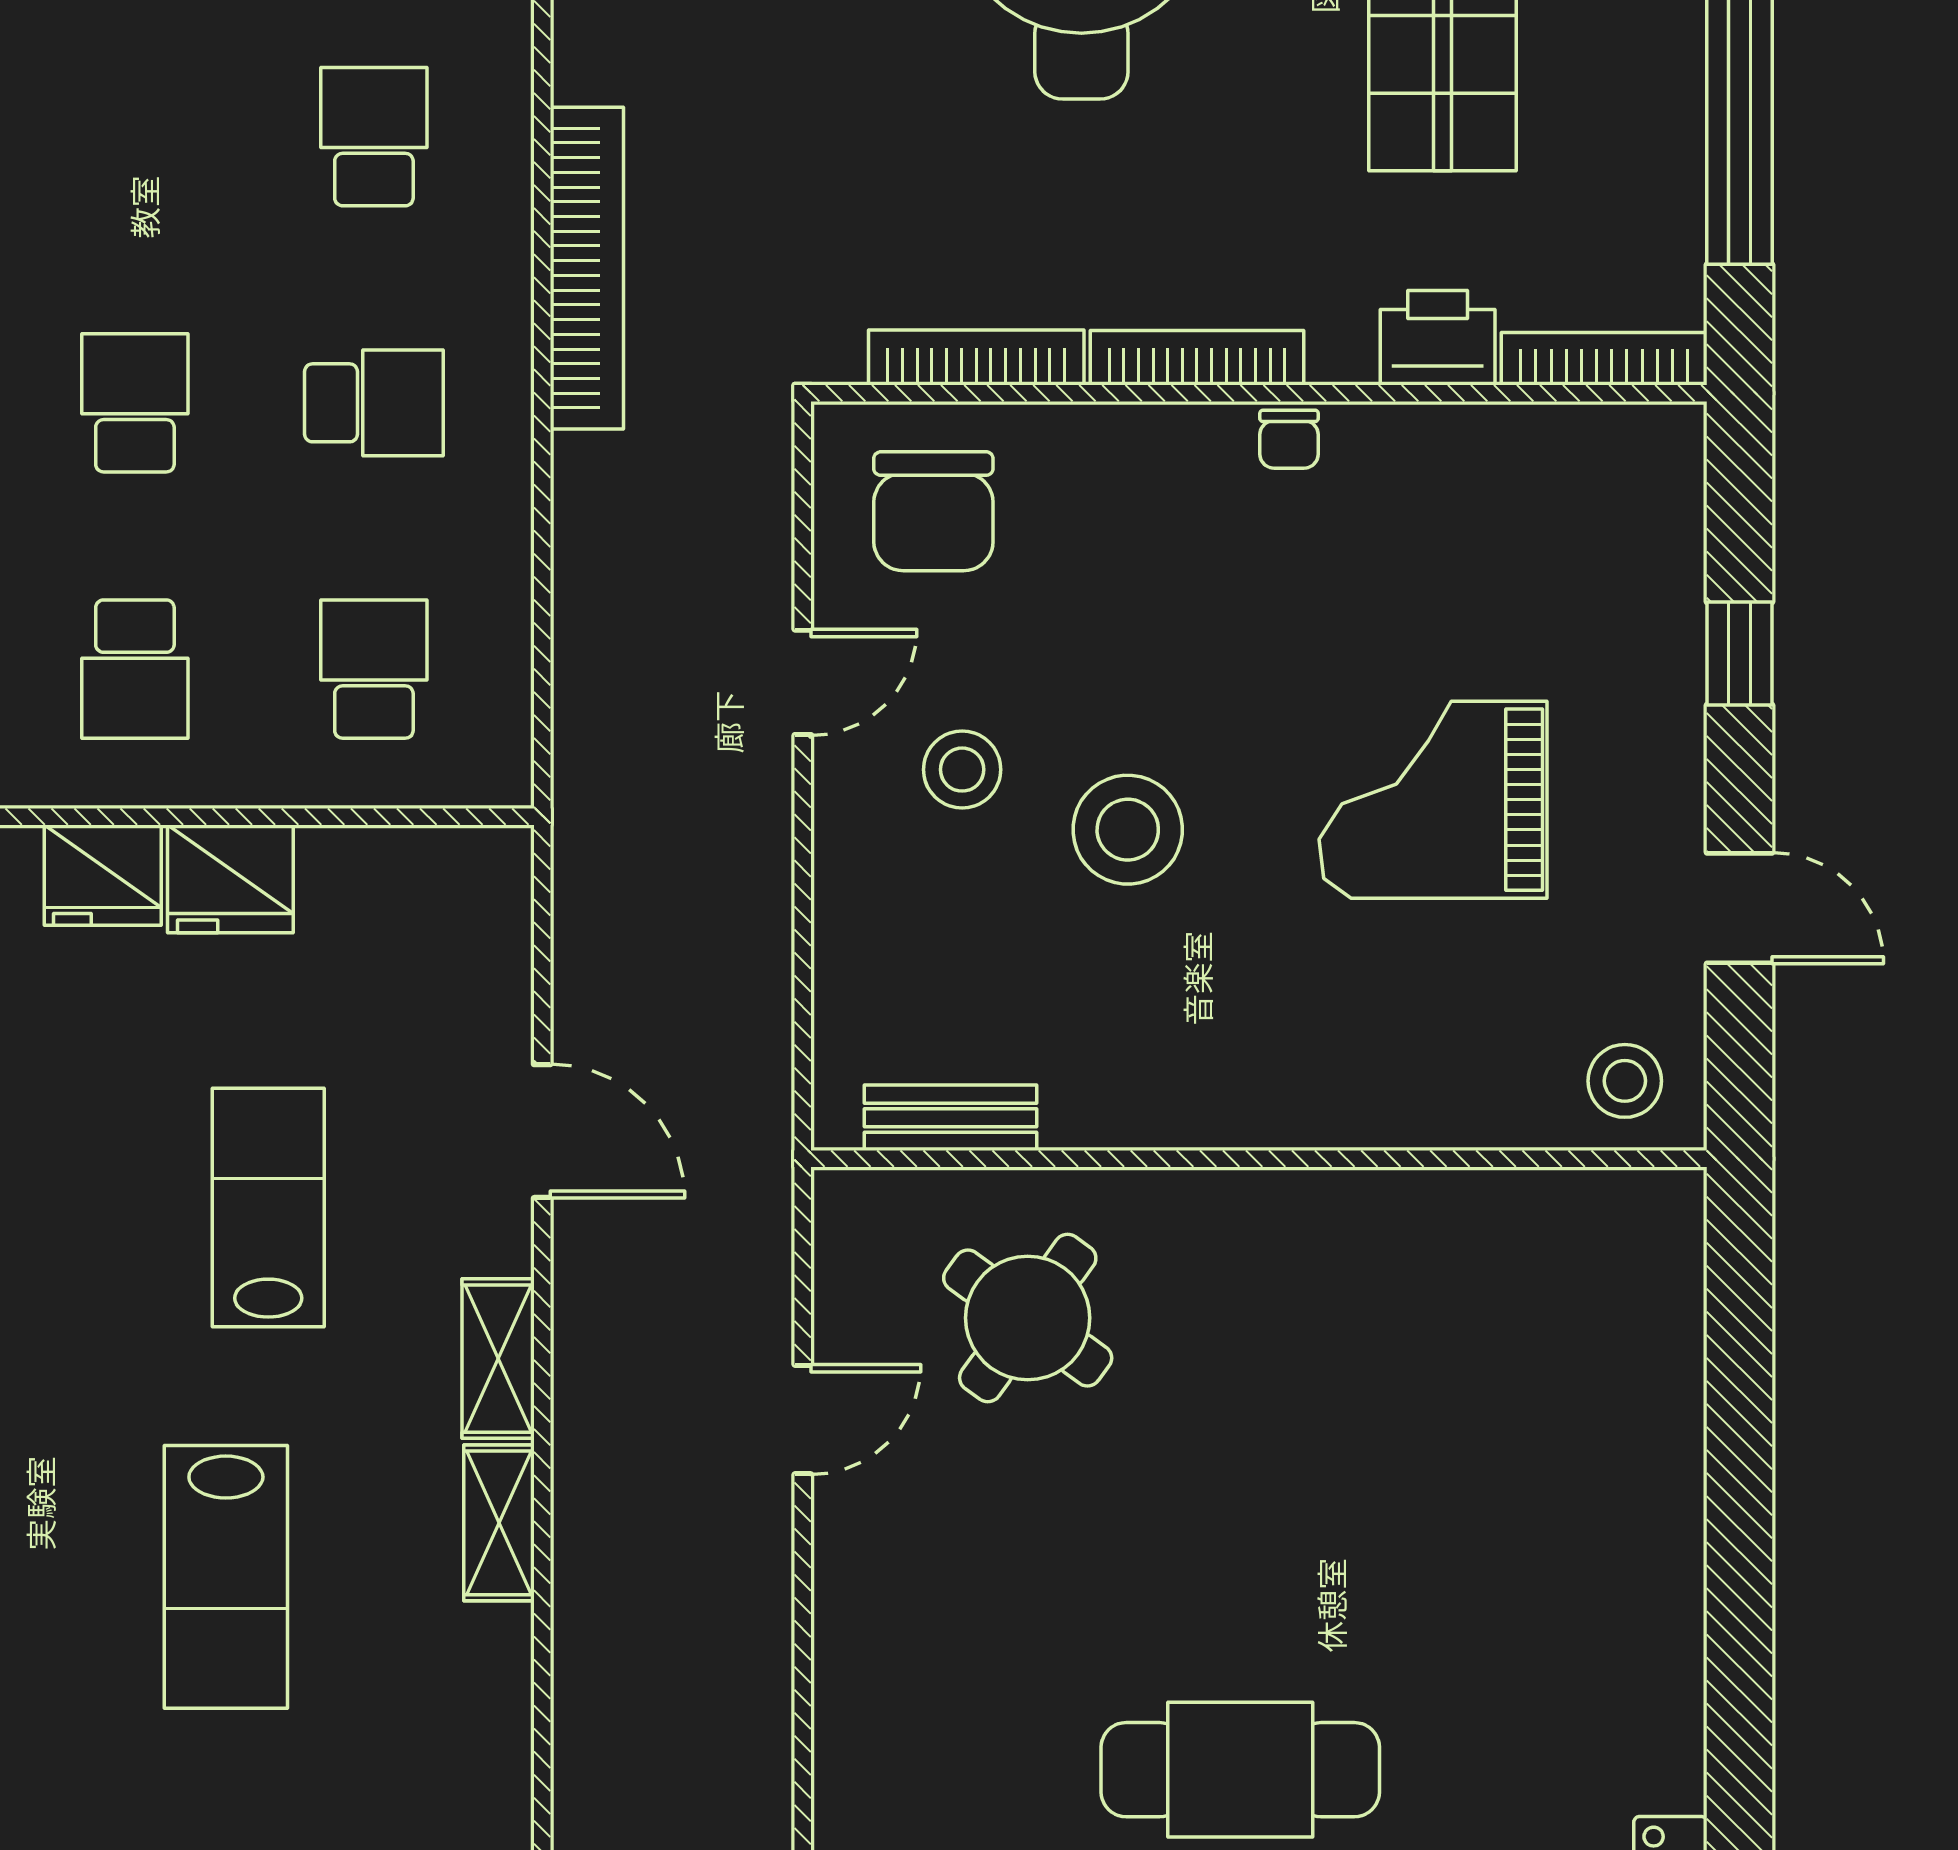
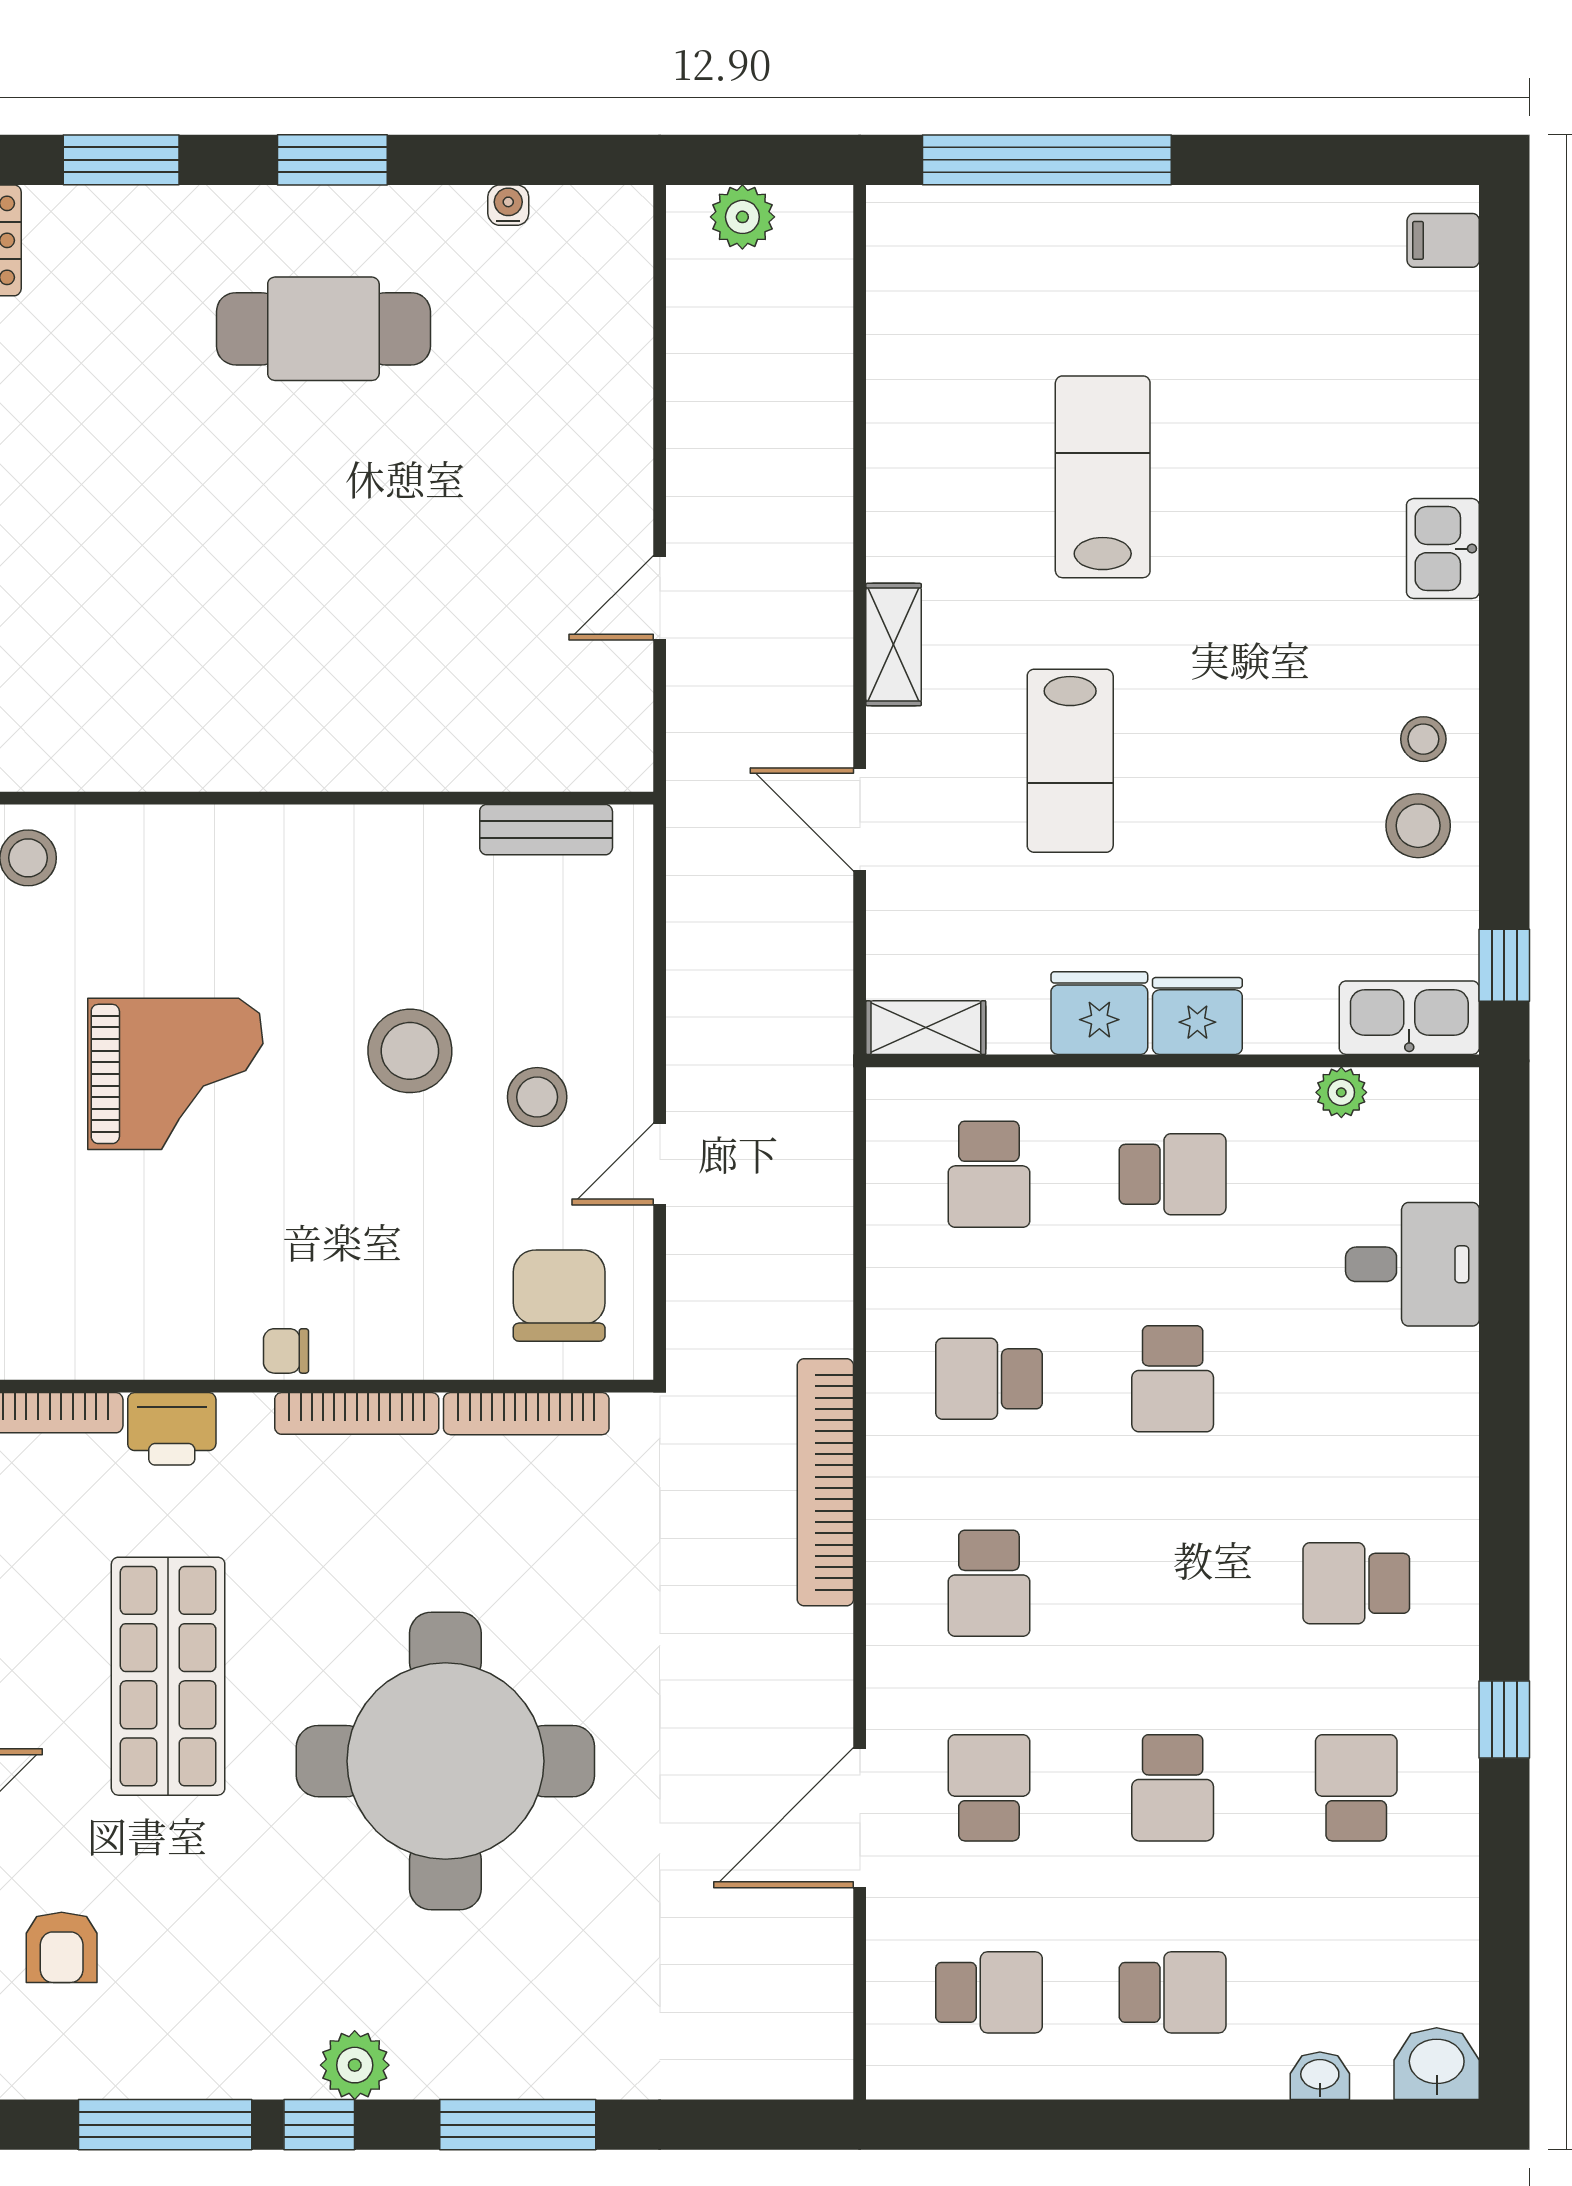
chair: (1289, 439) -> (286, 1351), turned -90
school desk: (135, 669) -> (1173, 1174), turned 90
round table: (1028, 1318) -> (487, 676), removed
shelving: (499, 1523) -> (926, 1028), moved, turned 90

